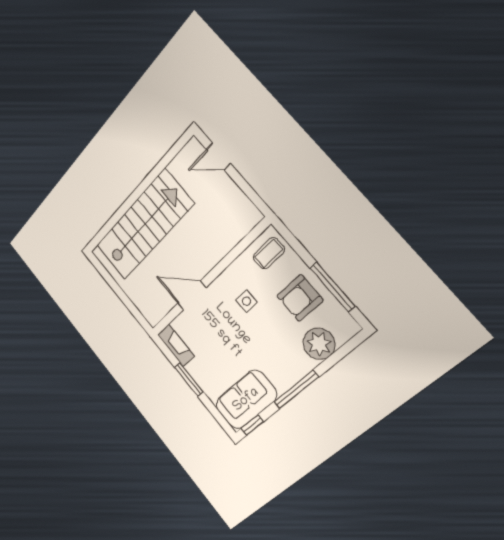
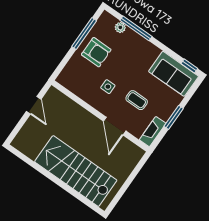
door: (218, 156) -> (34, 105), moved
coffee table: (269, 253) -> (137, 100), moved
plant: (319, 344) -> (120, 27), width x0.53, depth x0.53
window: (296, 389) -> (136, 28), moved

